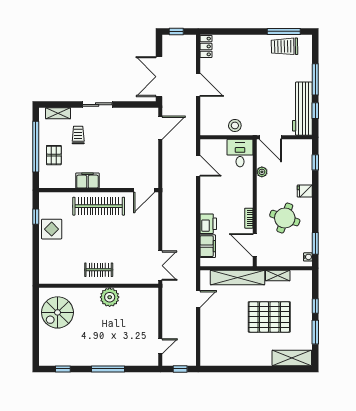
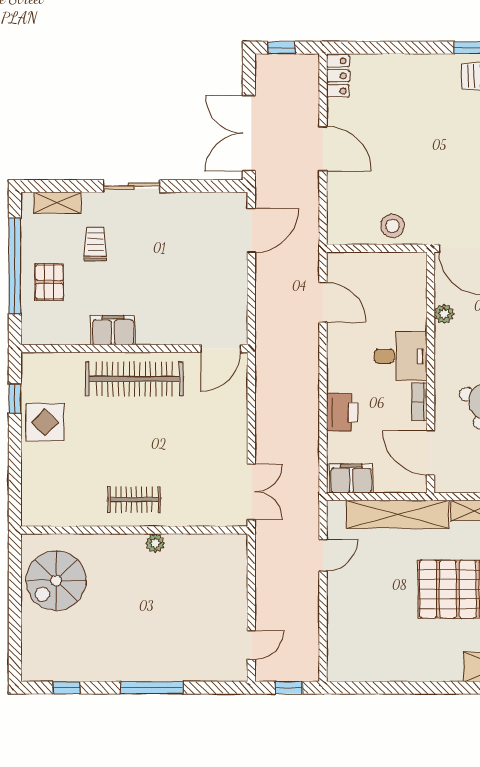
desk: (240, 153) -> (401, 356), moved, turned 90
filing cabinet: (208, 246) -> (351, 479), moved, turned -90
plant: (110, 297) -> (155, 543), width x0.53, depth x0.53

